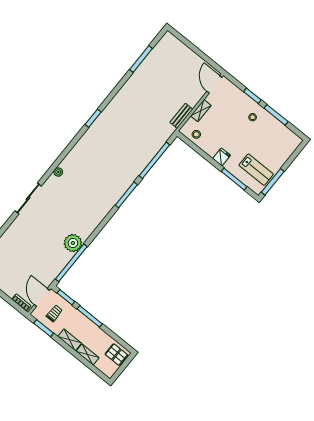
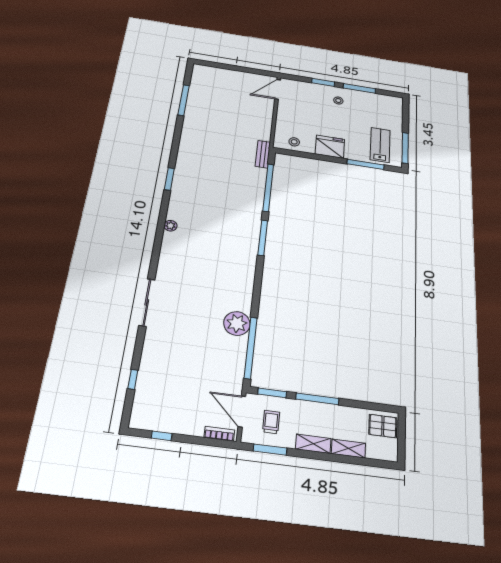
door: (214, 84) -> (278, 89), hinge flipped
shelving: (201, 111) -> (282, 118), removed
bench: (181, 116) -> (263, 154), moved
fridge: (222, 157) -> (330, 147), width x1.88, depth x1.34
lab bench: (256, 170) -> (380, 145), turned -90
plant: (58, 172) -> (170, 226), moved

